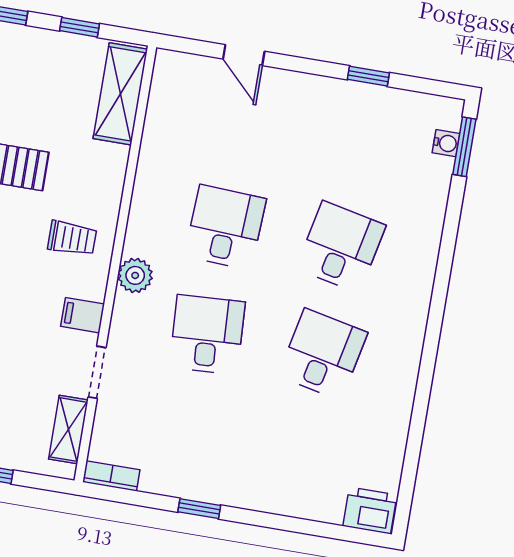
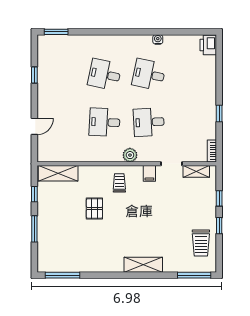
water cooler: (446, 143) -> (158, 39), moved

